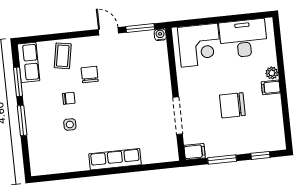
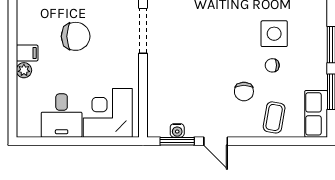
water cooler: (160, 35) -> (177, 130), moved
desk: (243, 38) -> (62, 116), width x0.73
side table: (70, 124) -> (274, 34), width x1.87, depth x1.87

